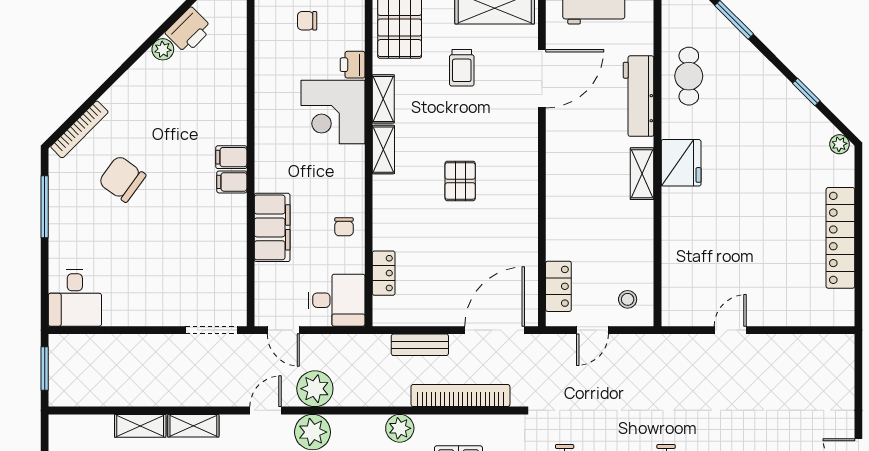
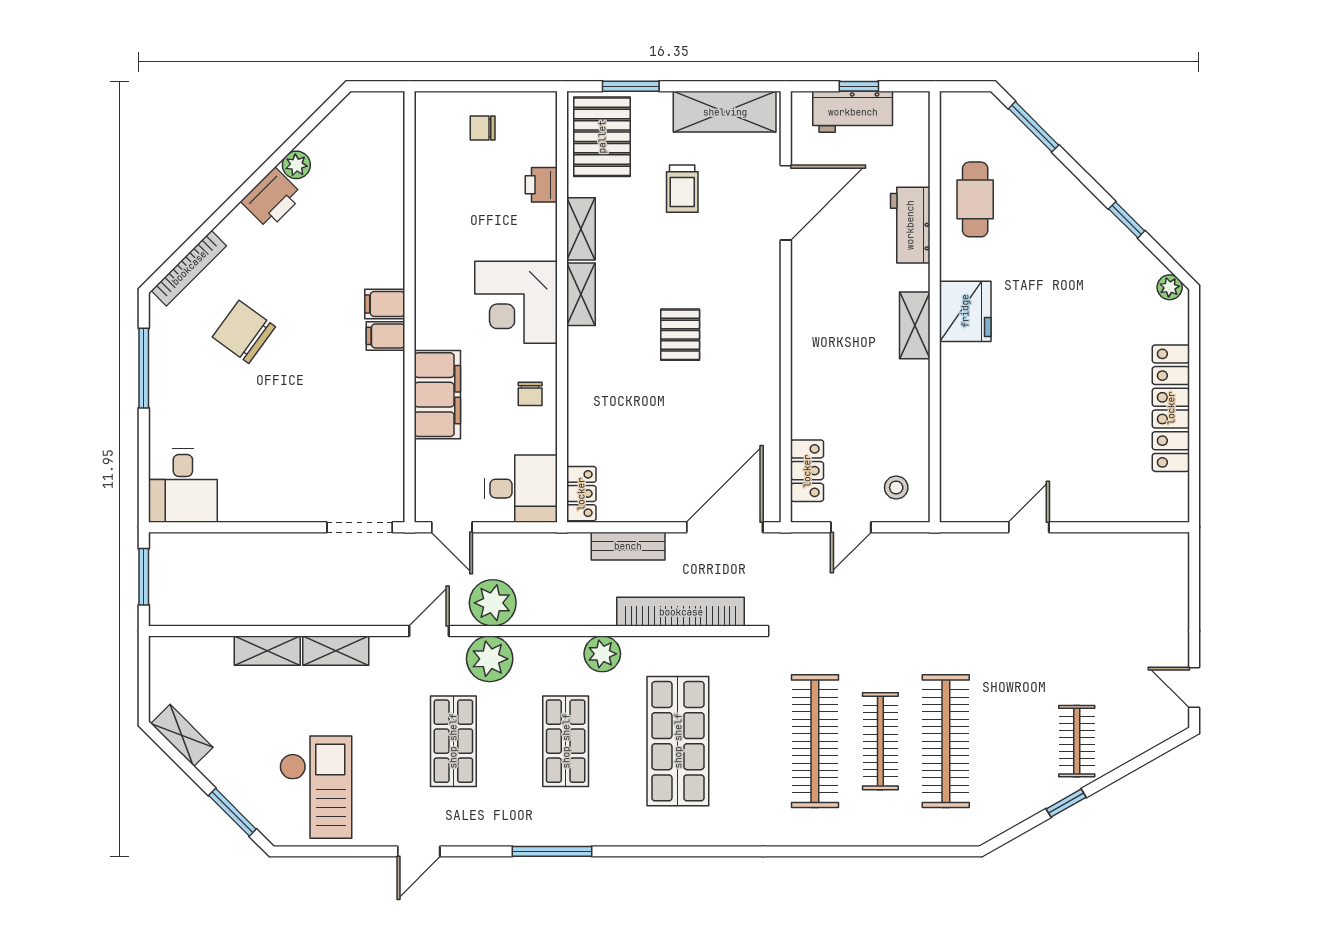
printer: (189, 30) -> (272, 198), moved
workbench: (639, 96) -> (910, 225), width x0.73
corner desk: (333, 112) -> (516, 302), moved
locker: (384, 273) -> (581, 494), moved

